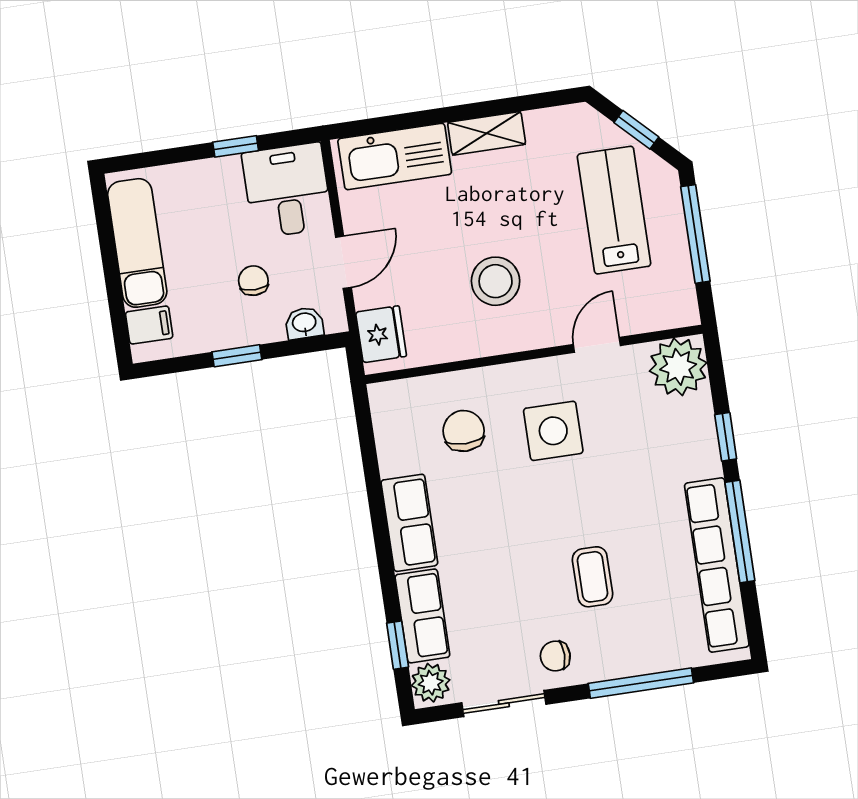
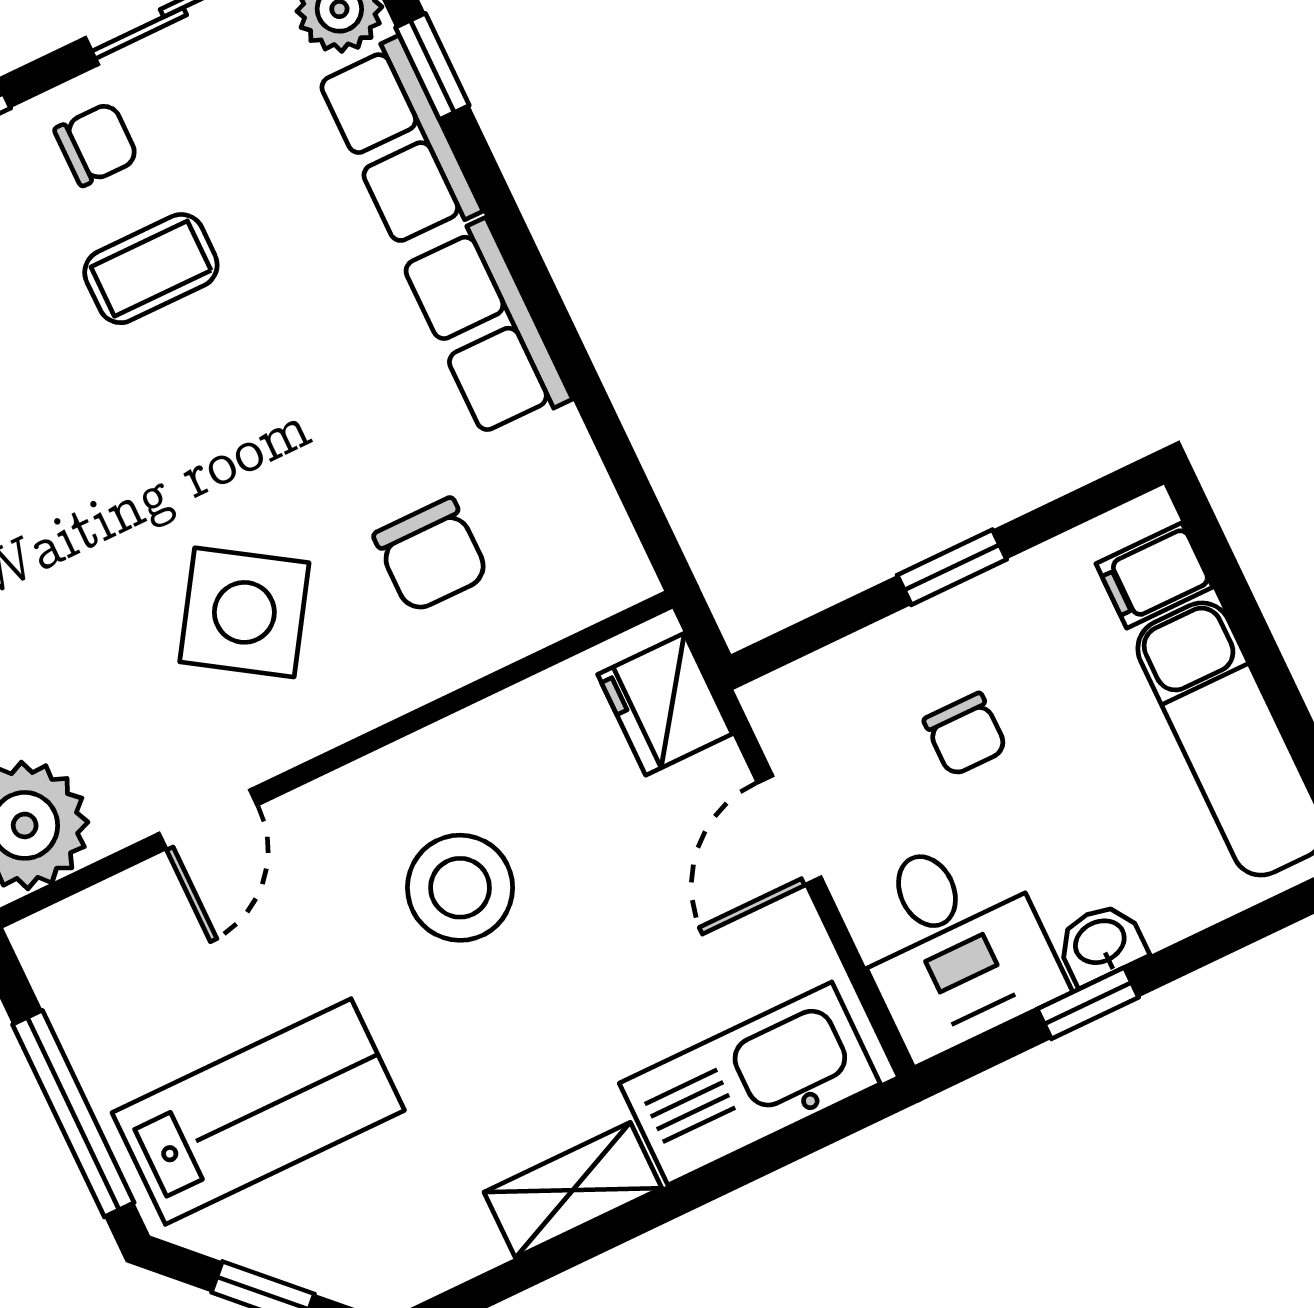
lab bench: (614, 210) -> (258, 1111), turned -90
washbasin: (304, 323) -> (1101, 943), moved, turned 180
side table: (553, 431) -> (244, 612), turned 33
coffee table: (593, 577) -> (151, 269), moved, turned 90

